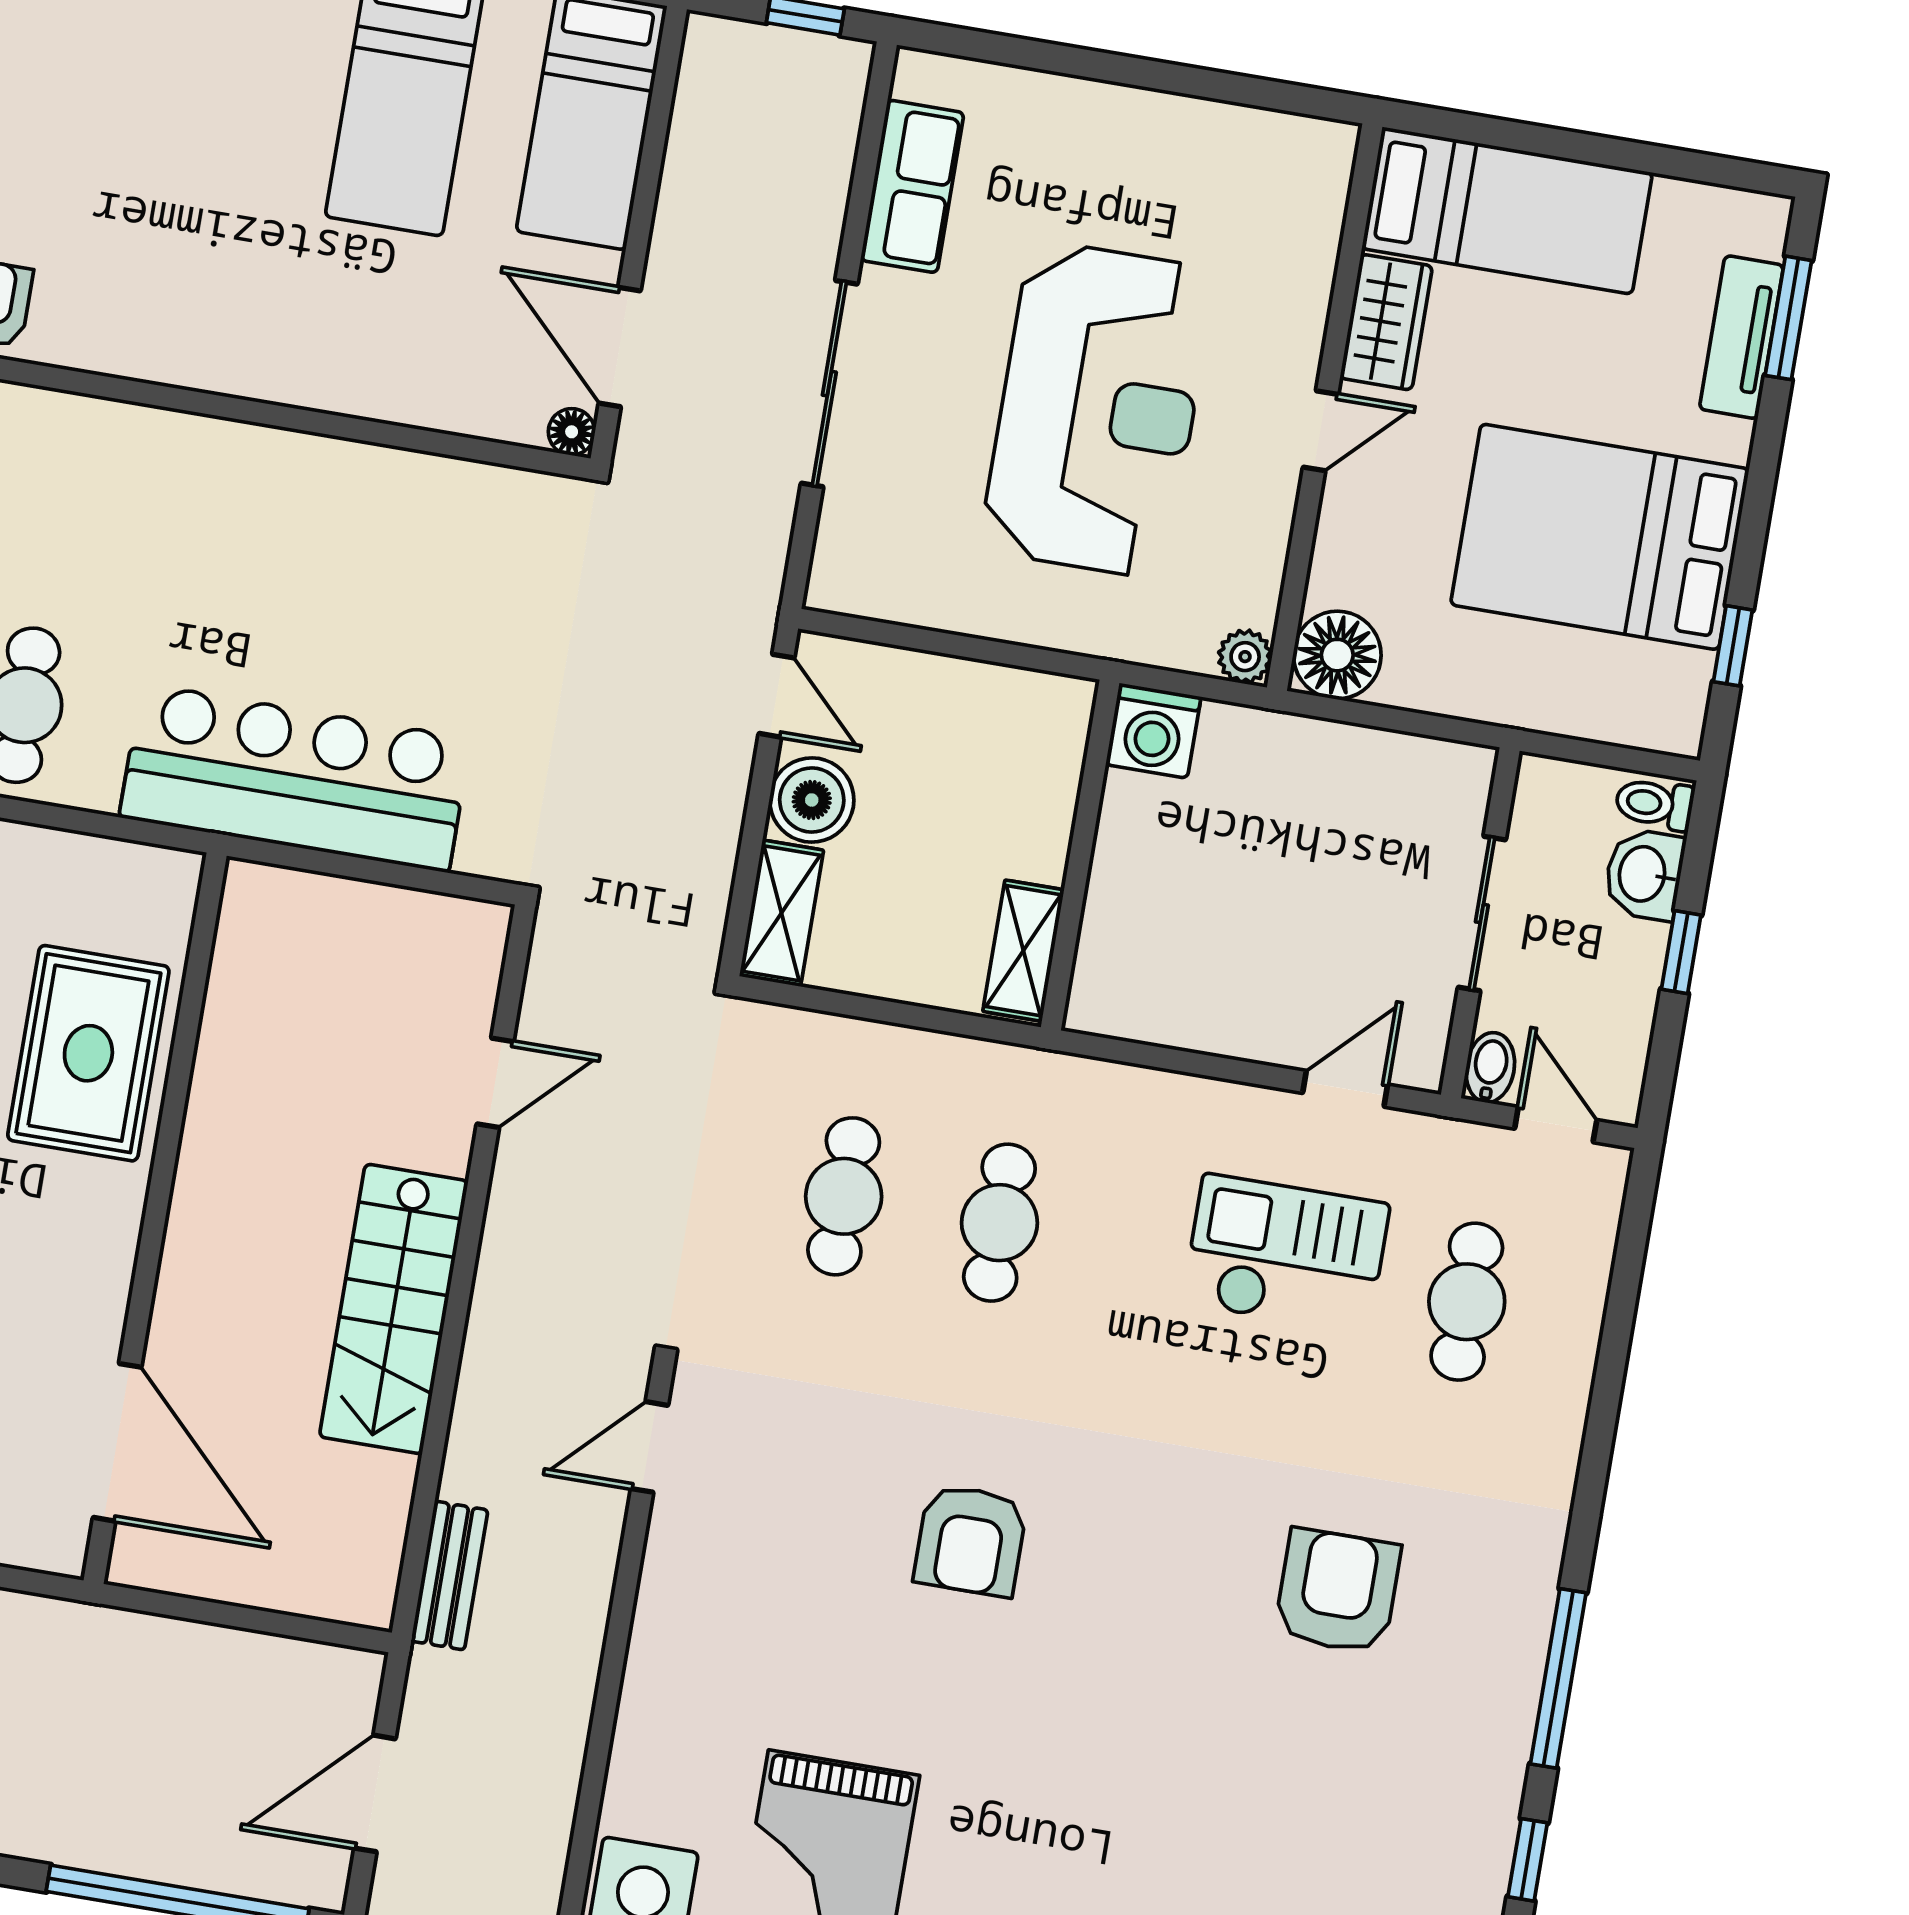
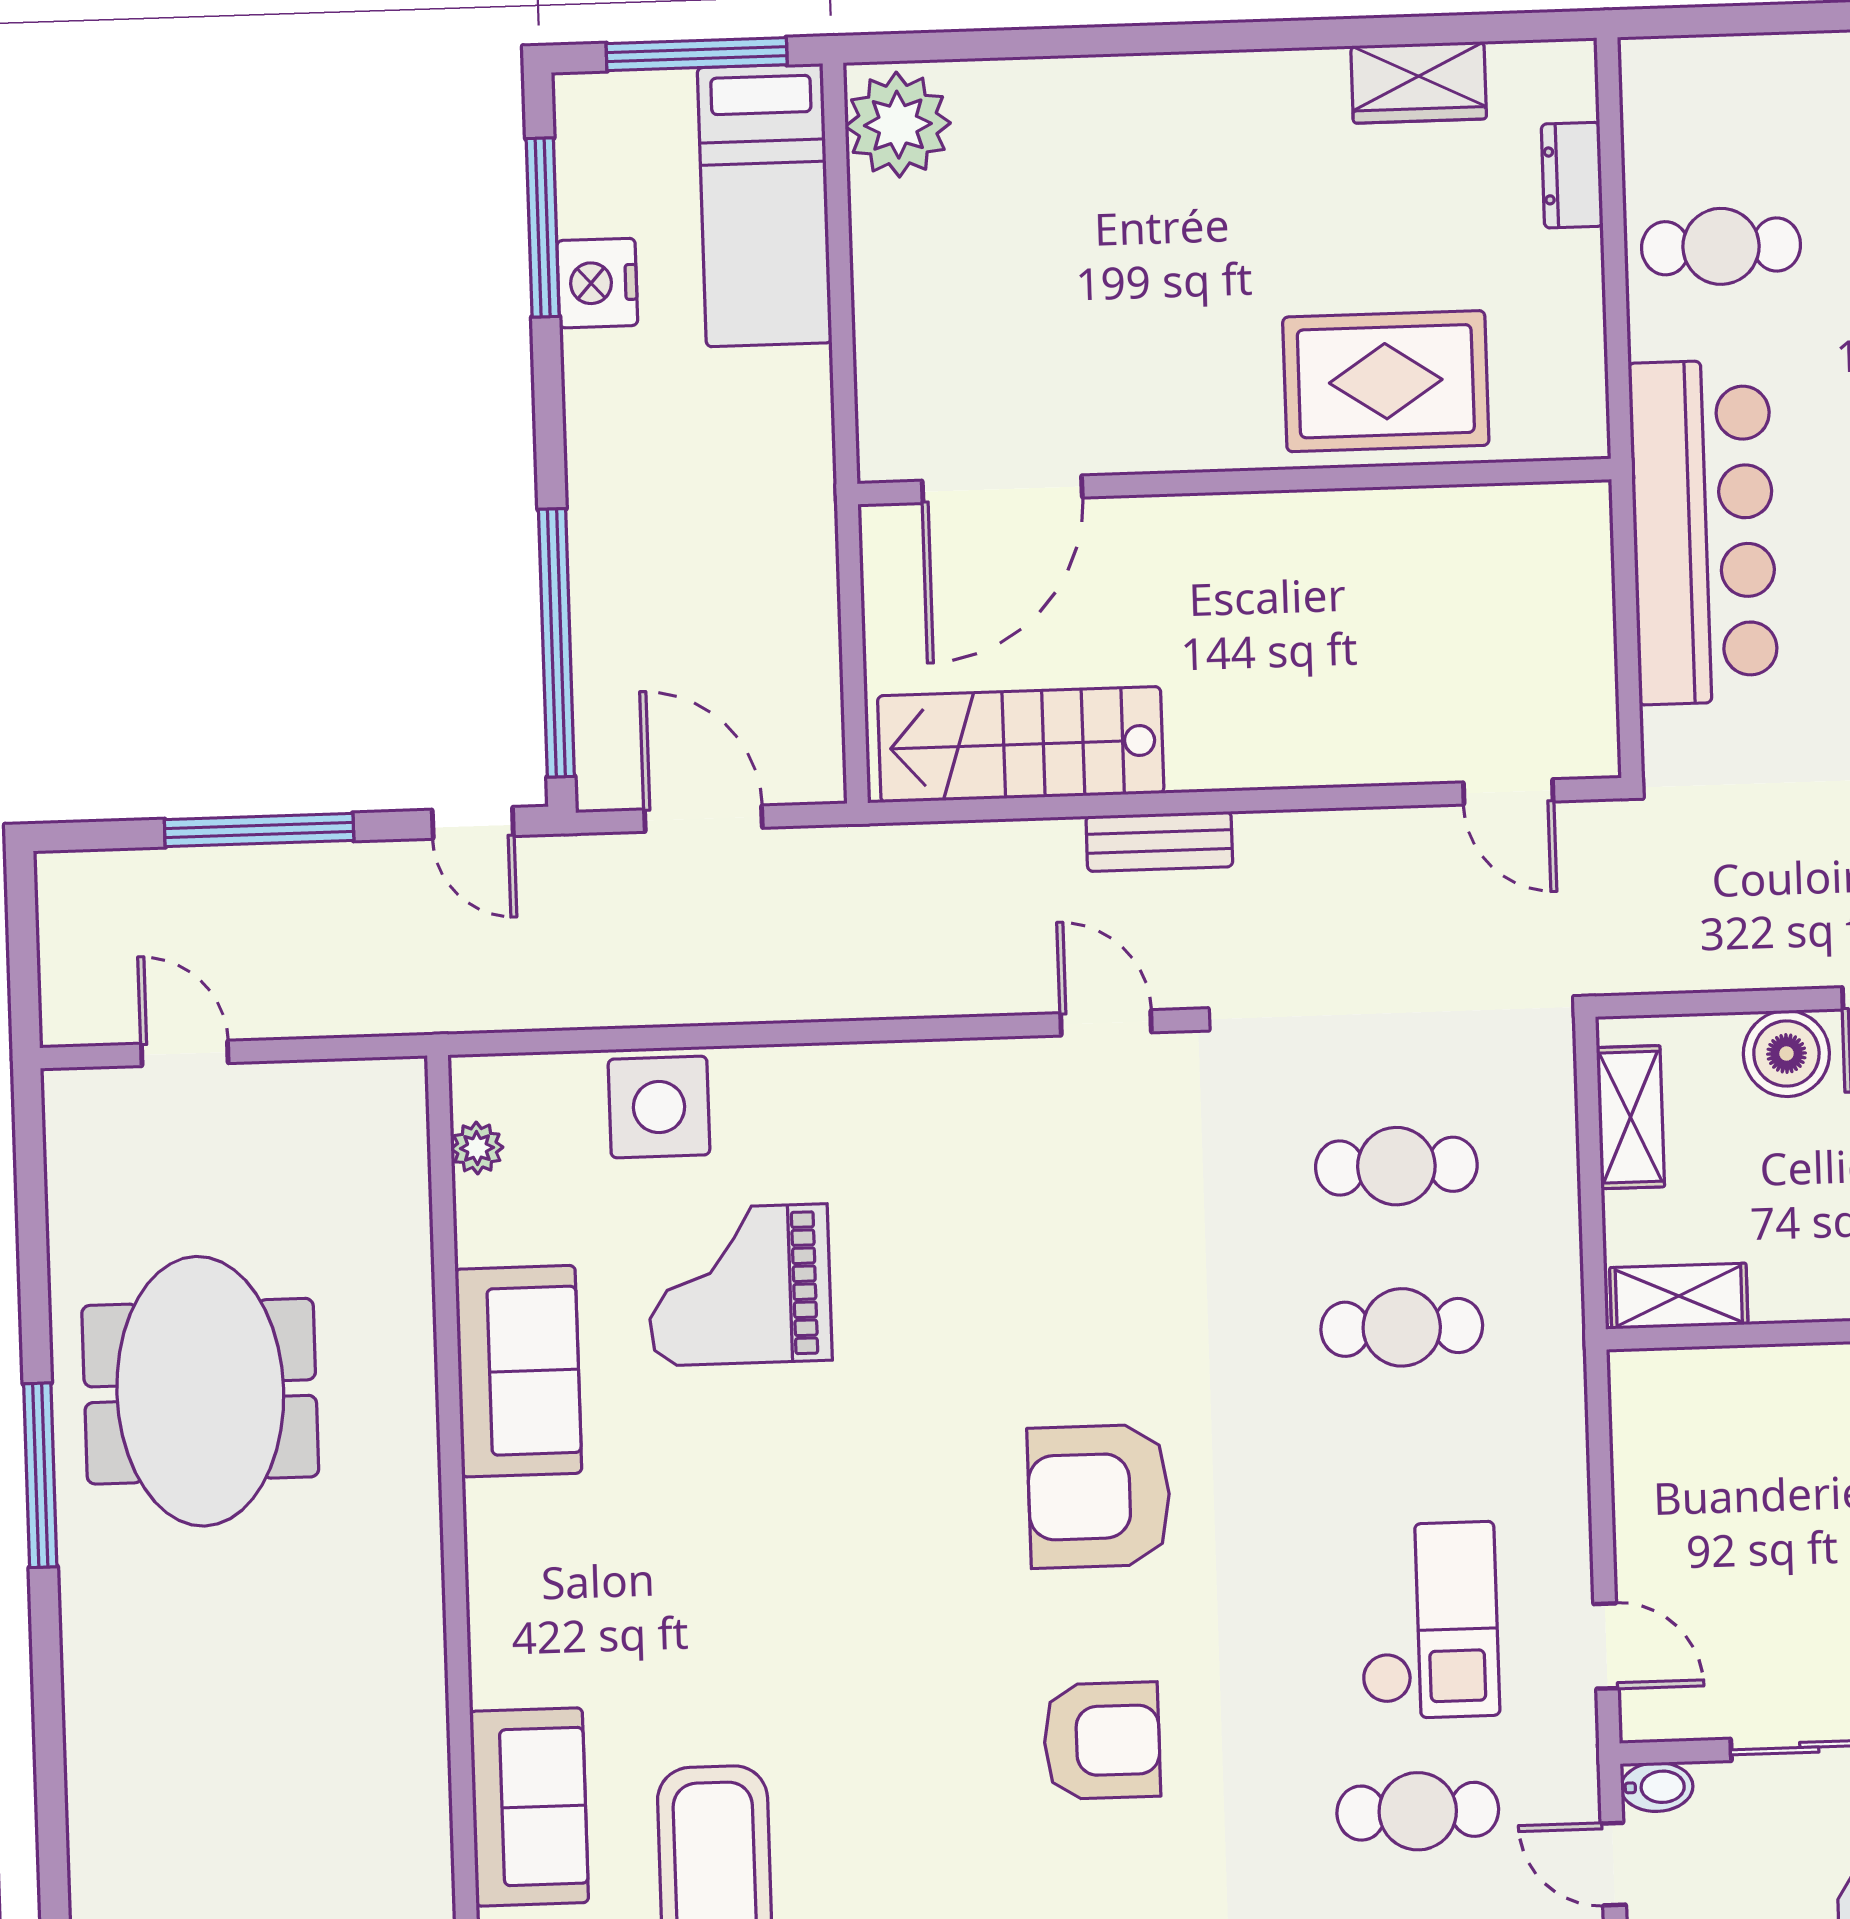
shelving: (781, 913) -> (1630, 1117), moved, turned 90
door: (495, 1083) -> (1508, 792), moved
door: (1556, 1124) -> (1613, 1864), swing flipped
stairs: (394, 1309) -> (1021, 744), moved
armchair: (971, 1540) -> (1099, 1496), moved, width x1.36, depth x1.36
bench: (449, 1576) -> (1159, 841), moved

